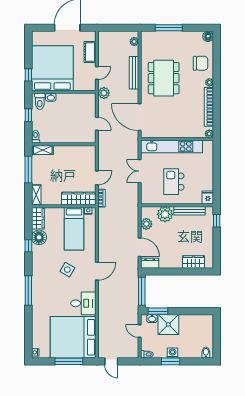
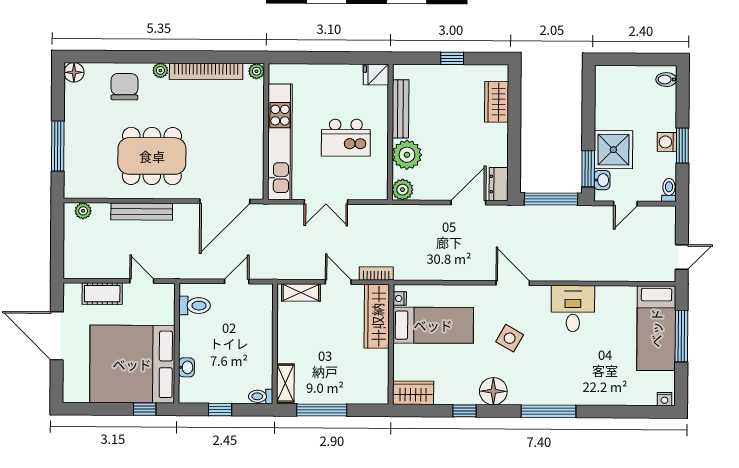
plant: (104, 93) -> (179, 268), removed
toilet: (40, 101) -> (195, 306), moved
shelving: (36, 195) -> (301, 293), moved
window: (217, 221) -> (452, 58), moved
plant: (146, 224) -> (403, 190), moved
floor lamp: (39, 237) -> (493, 391), moved
bed: (73, 337) -> (656, 328), width x0.49

